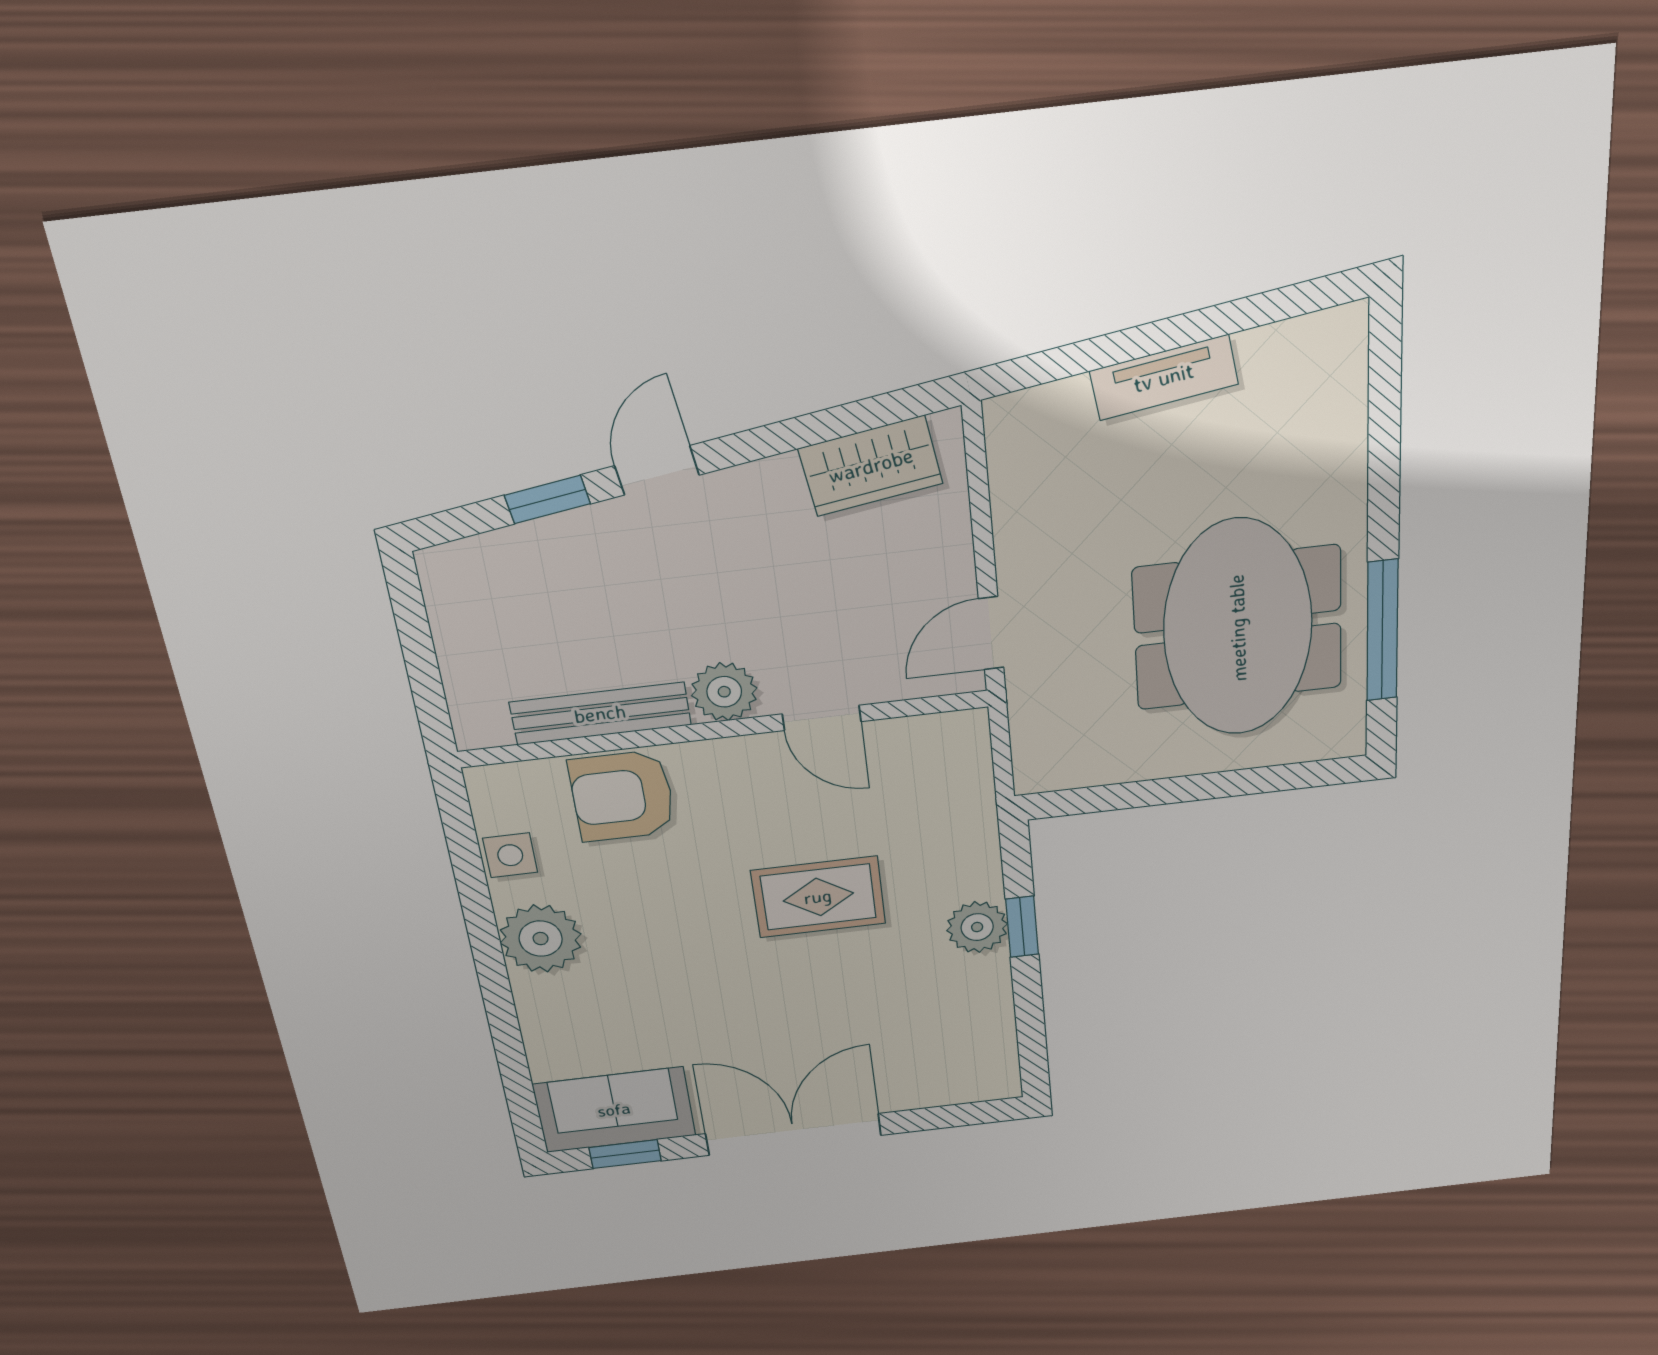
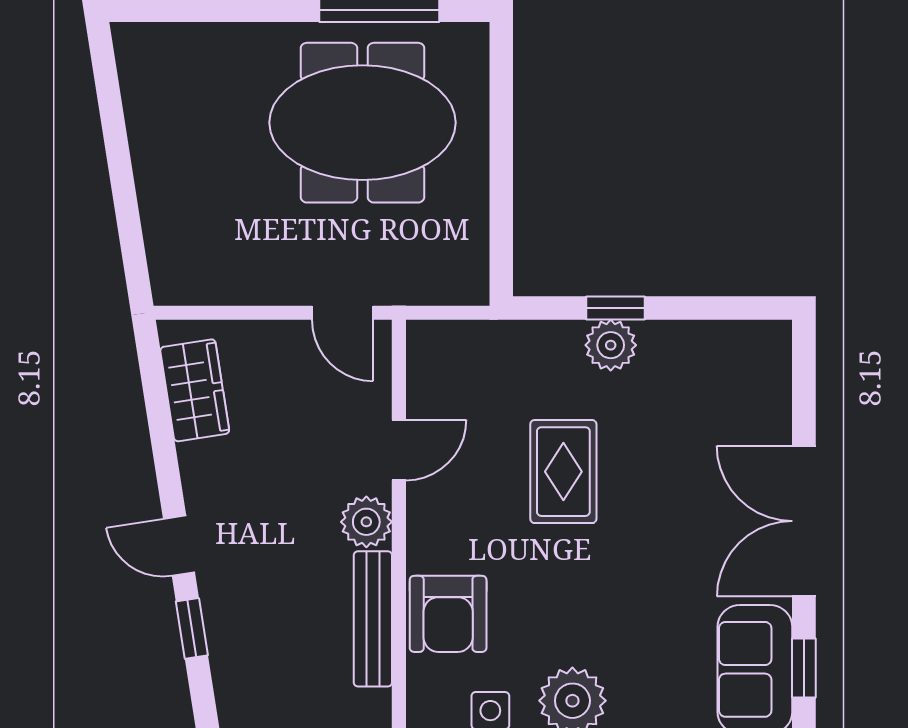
tv unit: (1164, 378) -> (152, 172), removed

